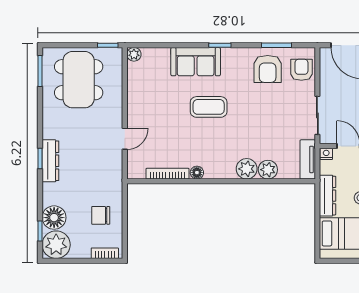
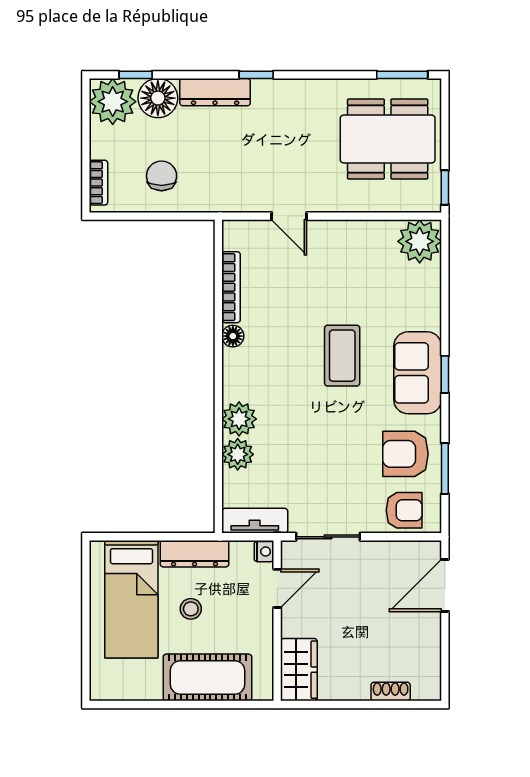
plant: (134, 54) -> (420, 241), width x1.88, depth x1.88
sofa: (196, 62) -> (418, 373), moved
dresser: (50, 161) -> (215, 92), moved

